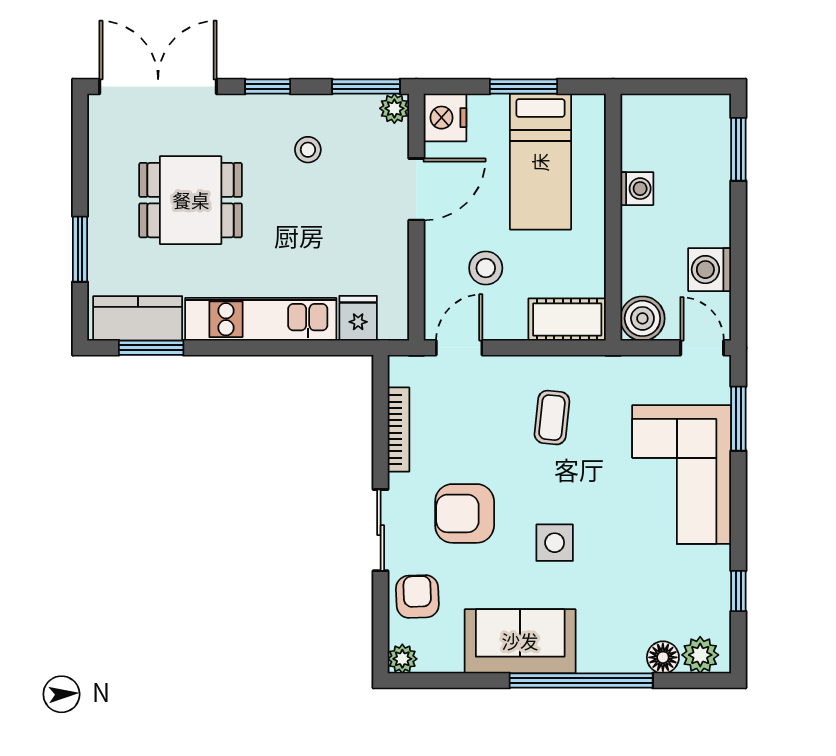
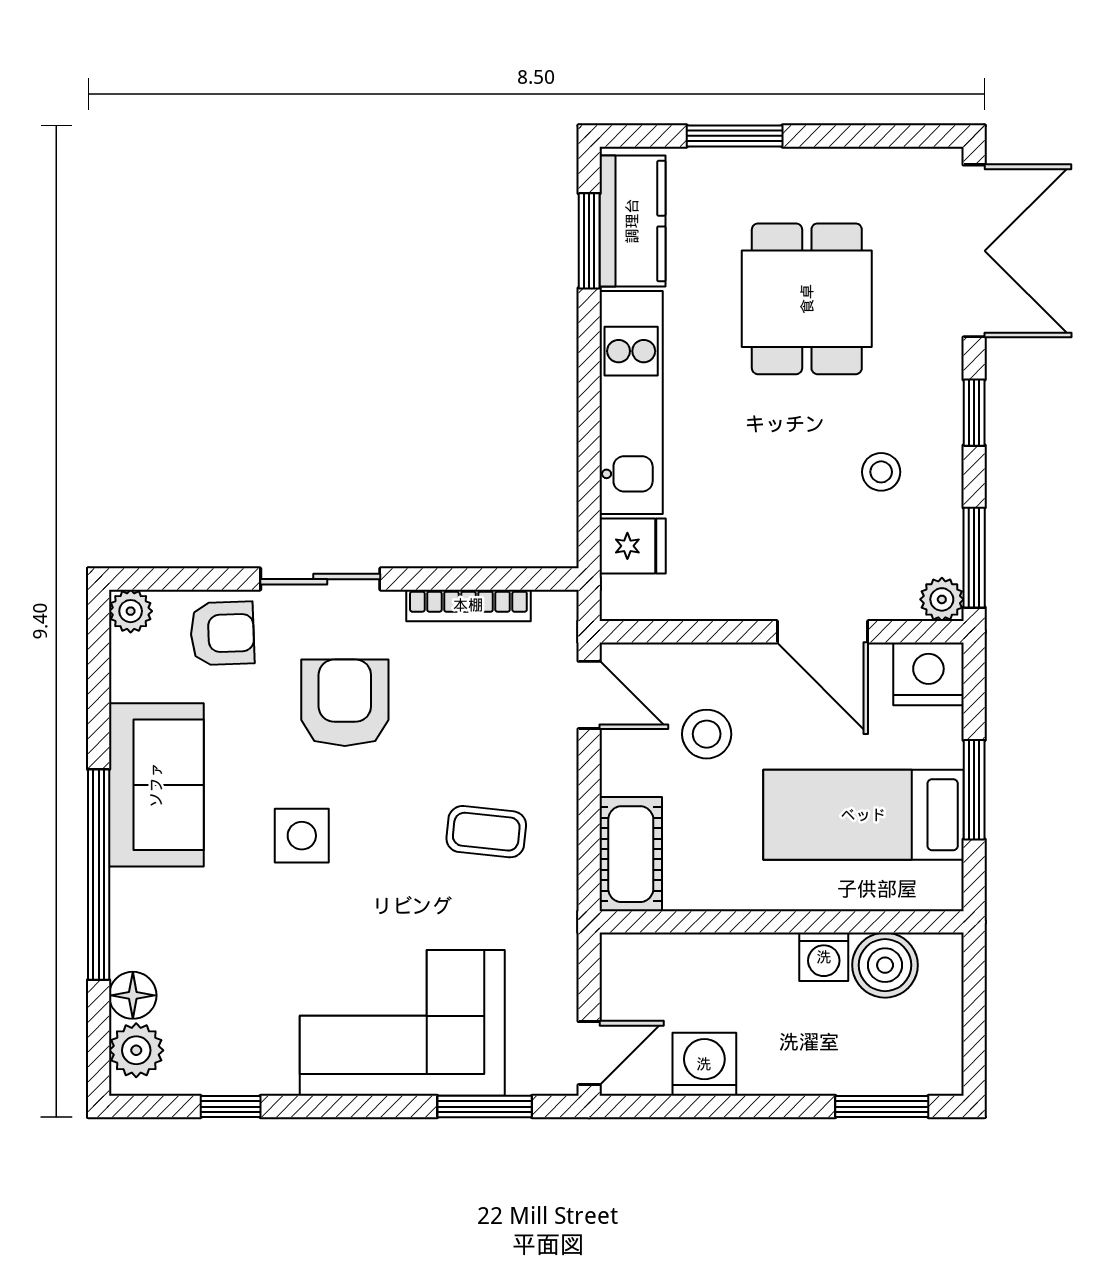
boiler: (642, 318) -> (885, 965), moved

